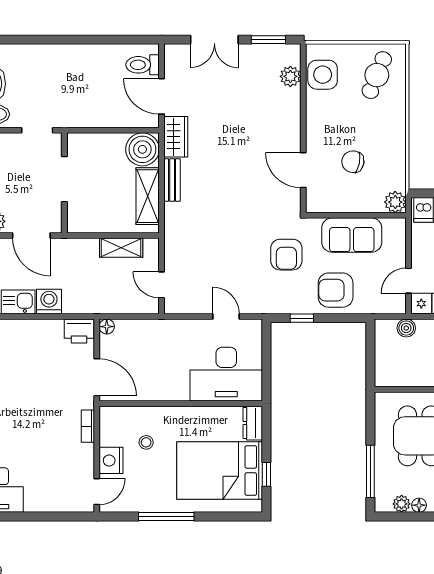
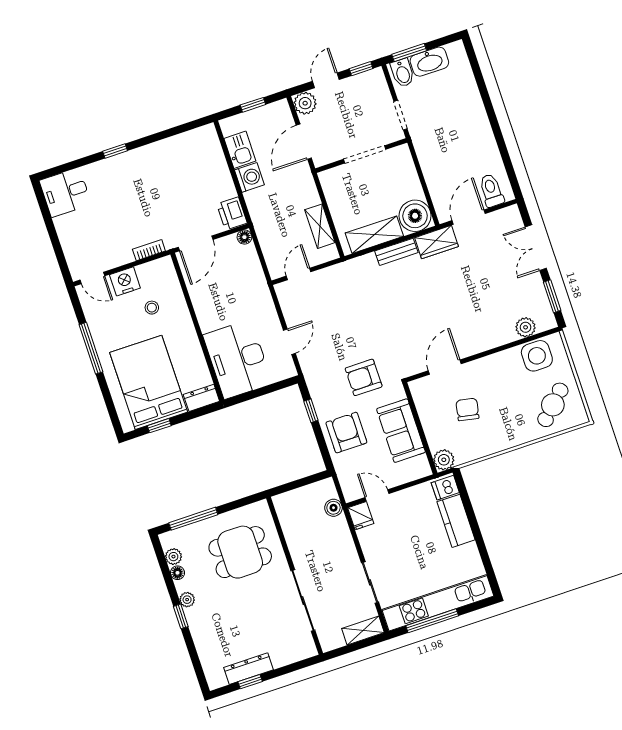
cafe table: (377, 75) -> (553, 405), turned -67

